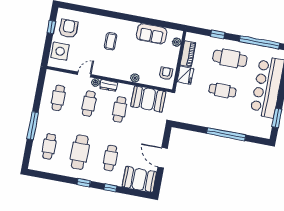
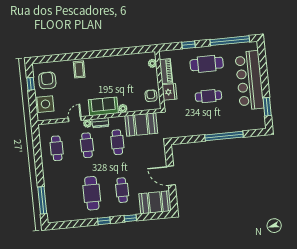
sofa: (152, 34) -> (103, 106), moved, turned 180
coffee table: (111, 41) -> (79, 69), moved
window: (33, 126) -> (42, 200), moved
cafe table: (49, 146) -> (61, 196), removed

